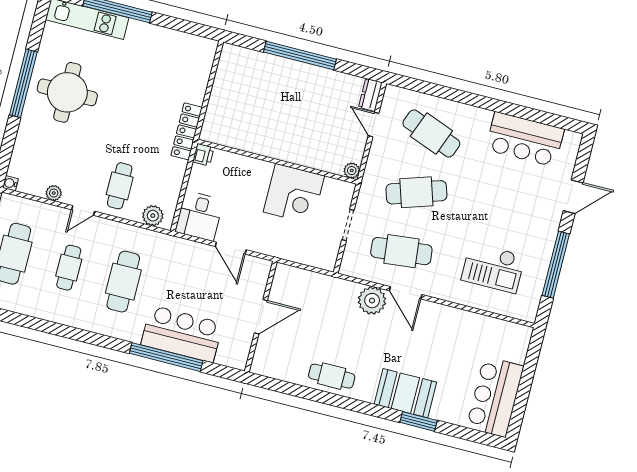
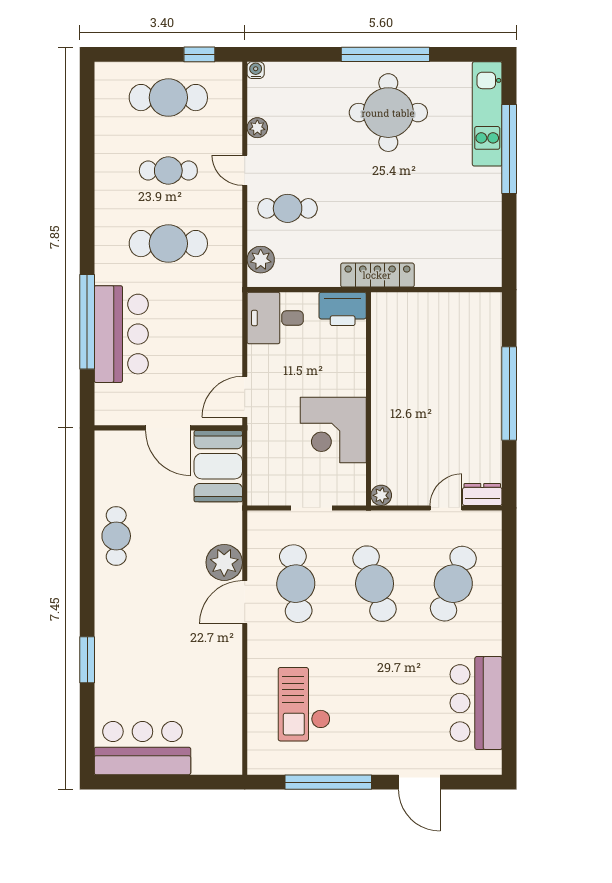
printer: (203, 155) -> (343, 309), width x1.87, depth x1.48
door: (231, 248) -> (245, 397), moved
booth: (405, 393) -> (218, 466), moved

